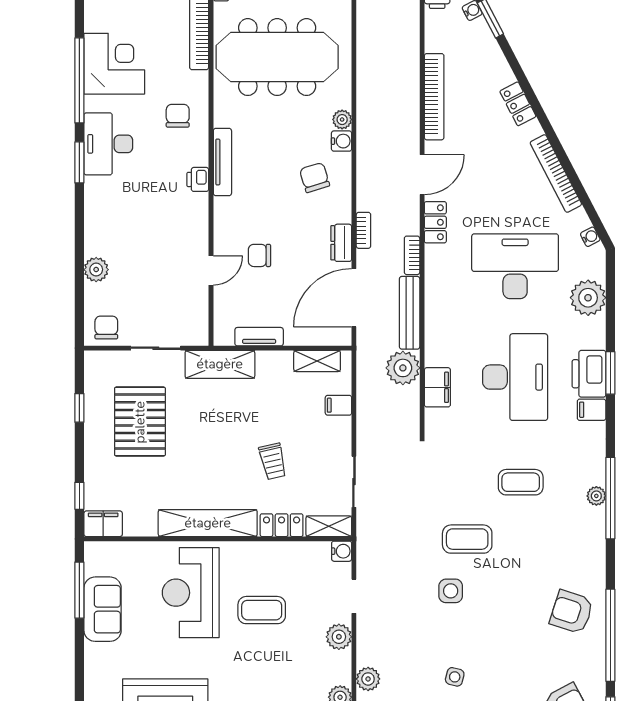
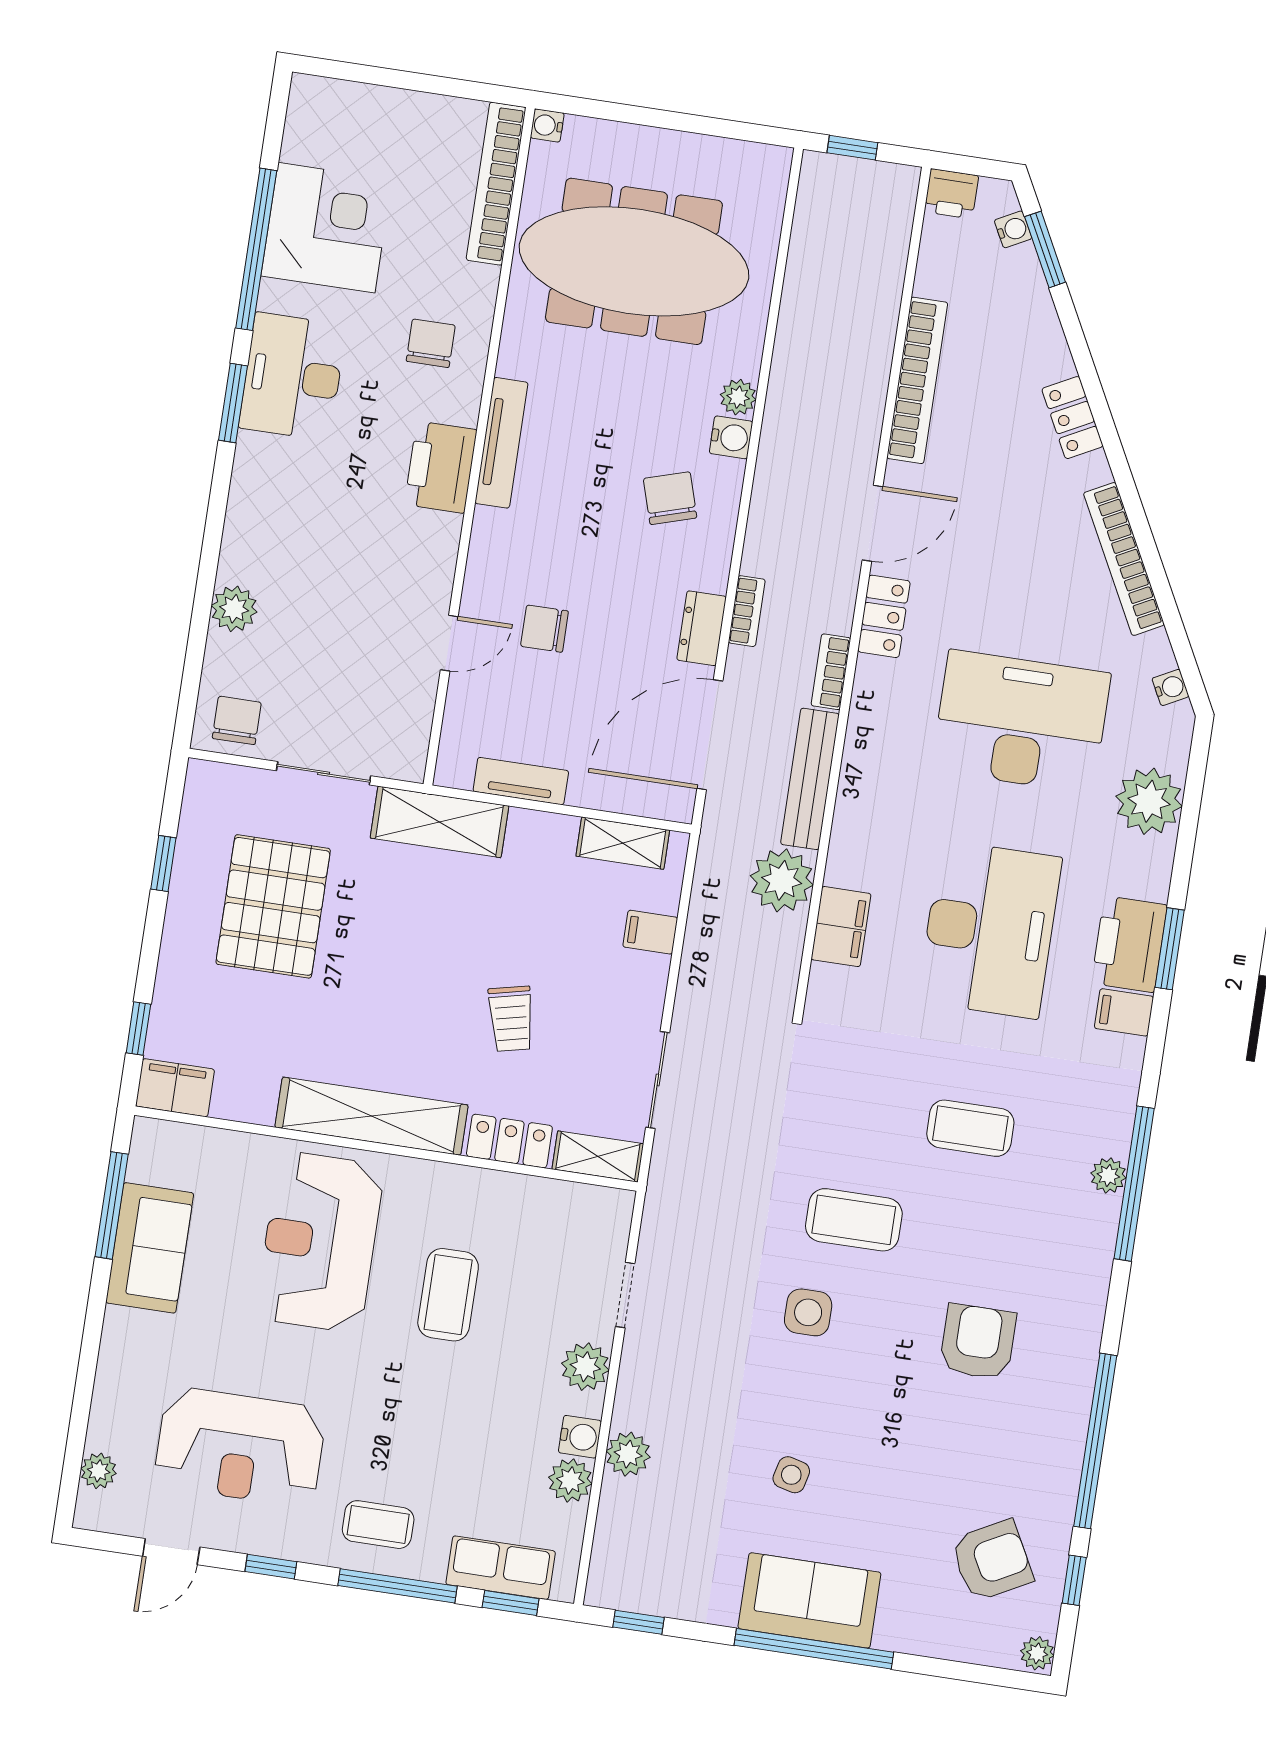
printer: (198, 179) -> (441, 467), width x1.87, depth x1.48
water cooler: (342, 551) -> (580, 1437), moved
coffee table: (262, 610) -> (448, 1295), turned 90
armchair: (571, 612) -> (978, 1342), moved, turned 72

